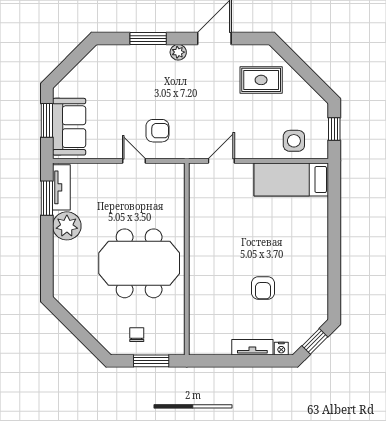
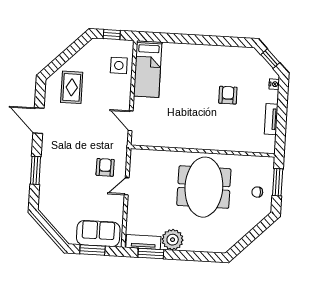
plant: (178, 52) -> (47, 148), removed
armchair: (263, 288) -> (228, 95), turned -90
tv unit: (252, 347) -> (271, 119), moved

